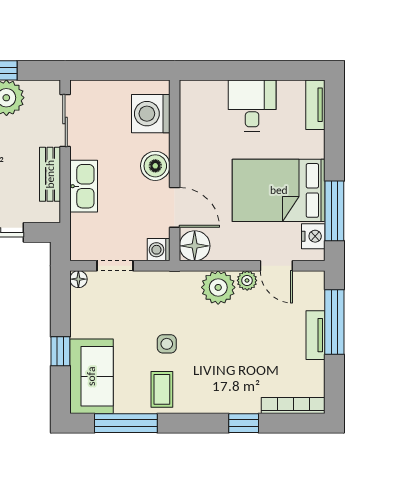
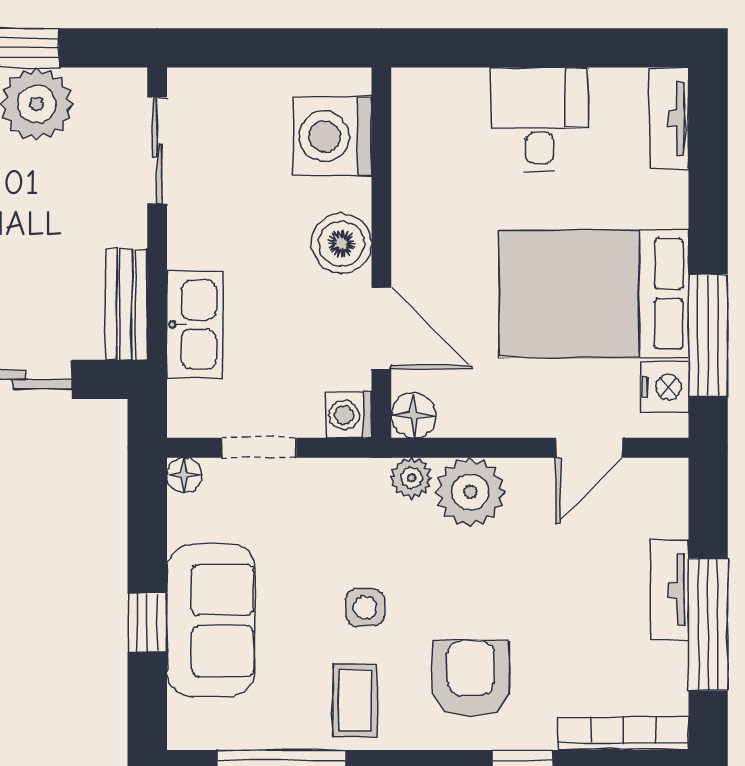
bench: (50, 174) -> (126, 304), moved
kitchen sink: (84, 186) -> (195, 325), moved
floor lamp: (195, 246) -> (414, 415), width x0.73, depth x0.73
door: (276, 266) -> (589, 448), hinge flipped
plant: (247, 280) -> (411, 478), moved
window: (334, 322) -> (708, 624), moved
sofa: (91, 376) -> (211, 620), moved
armchair: (218, 379) -> (471, 678), added

